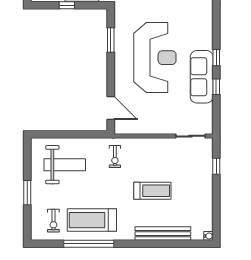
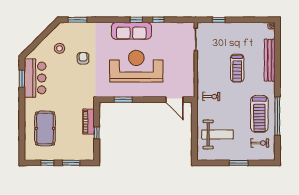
sofa: (202, 77) -> (131, 31), moved
door: (111, 108) -> (174, 100), swing flipped
weight bench: (65, 165) -> (217, 134), turned 90
treadmill: (152, 191) -> (237, 68), turned 180

